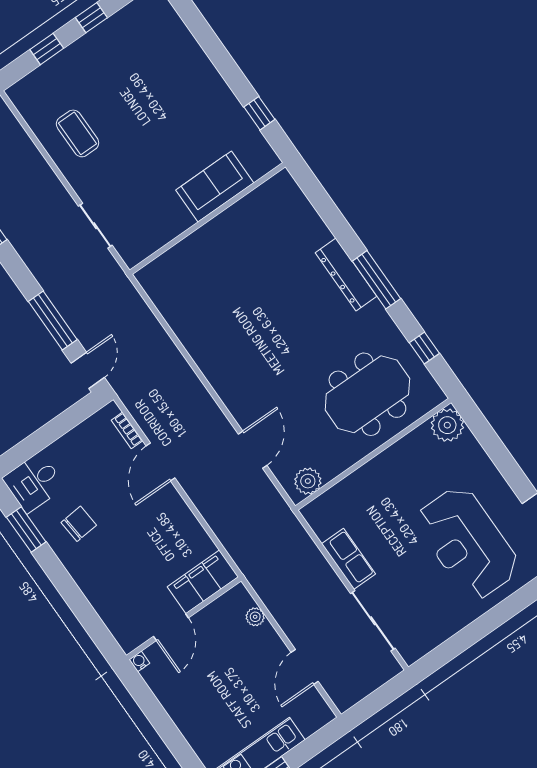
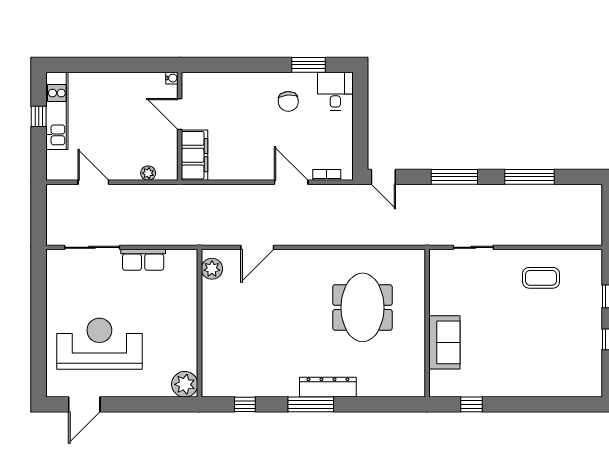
window: (53, 321) -> (454, 177), moved
meeting table: (367, 394) -> (363, 307), moved
door: (253, 450) -> (257, 247), hinge flipped

